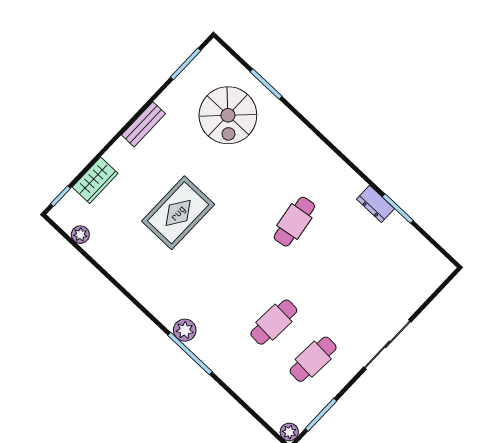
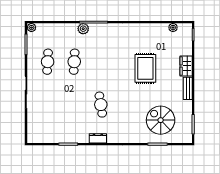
wardrobe: (95, 180) -> (186, 66), moved
dresser: (376, 204) -> (98, 138), moved
plant: (185, 330) -> (83, 29), moved

